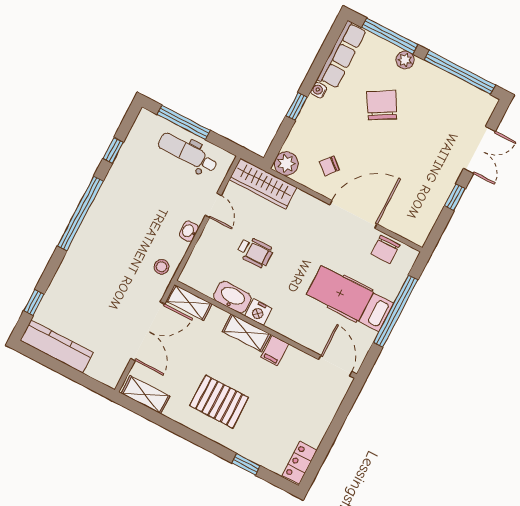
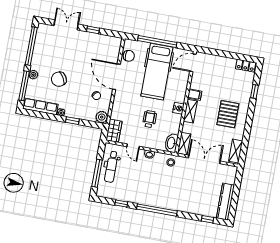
wardrobe: (263, 184) -> (114, 131), width x0.67
door: (213, 205) -> (133, 146), swing flipped
washbasin: (232, 297) -> (171, 143), moved
hospital bed: (350, 299) -> (157, 72), width x1.37, depth x1.29

